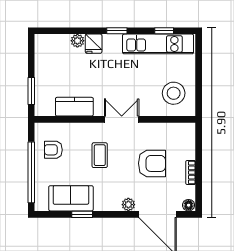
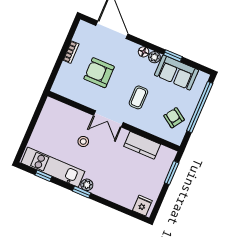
plant: (77, 41) -> (87, 185), moved
fridge: (94, 44) -> (142, 206), moved
stool: (174, 93) -> (83, 141), moved, width x0.53, depth x0.53
armchair: (53, 150) -> (174, 118), turned -146
plant: (128, 205) -> (154, 57), moved
floor lamp: (189, 205) -> (144, 52), moved

